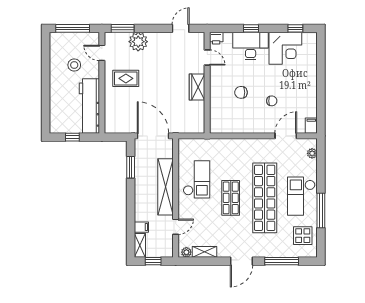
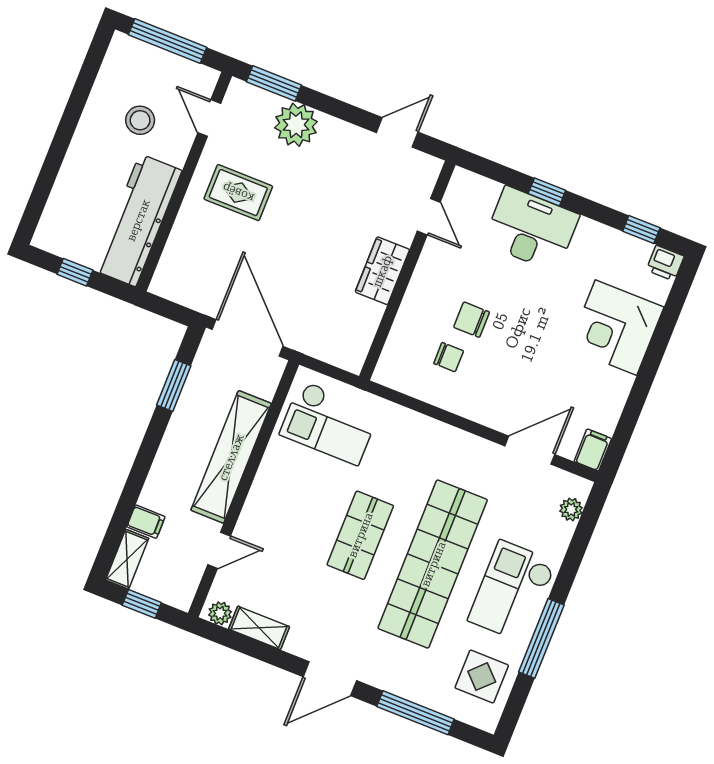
printer: (216, 38) -> (665, 263), moved
corner desk: (285, 48) -> (616, 328), moved, turned 90
chair: (272, 101) -> (449, 357), moved
checkout: (197, 179) -> (329, 423), moved, turned 90

